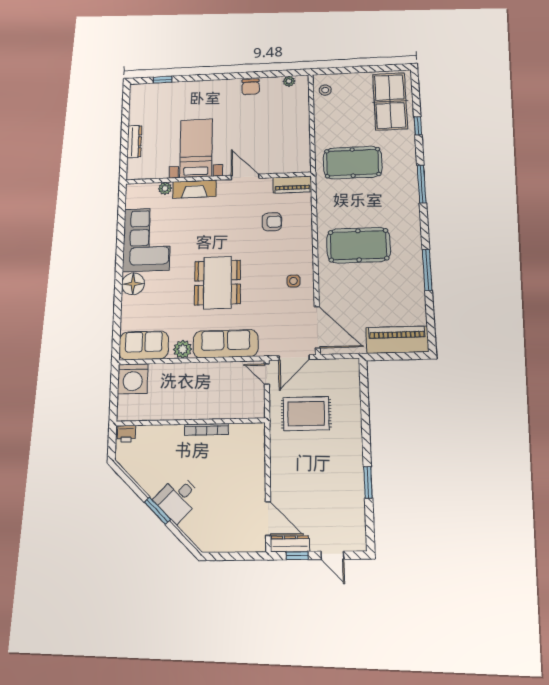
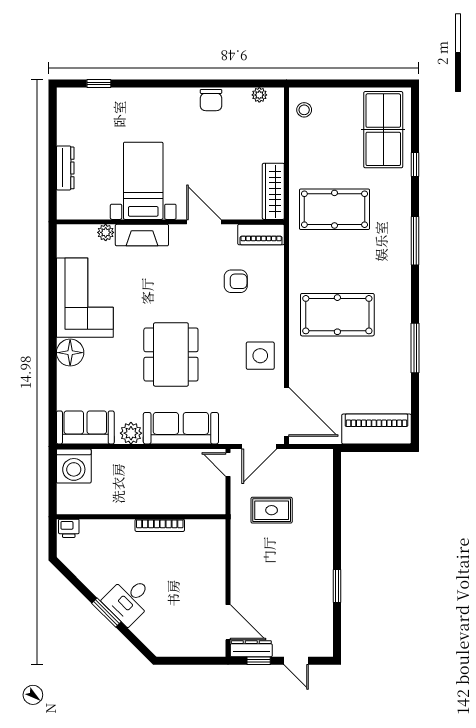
wardrobe: (302, 151) -> (273, 191), added
side table: (293, 281) -> (260, 356), width x1.87, depth x1.87
rug: (306, 414) -> (272, 510), width x0.73, depth x0.70

